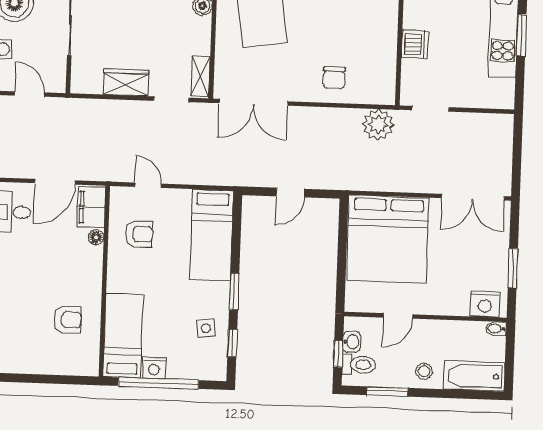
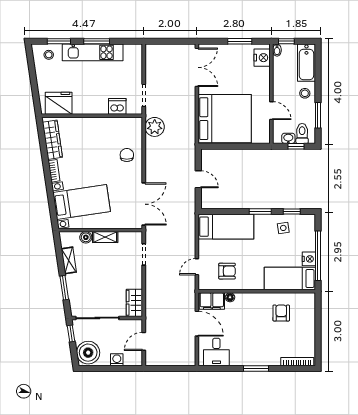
dishwasher: (415, 44) -> (117, 106), moved
shelving: (200, 76) -> (105, 237), moved
chair: (334, 78) -> (127, 155), turned -90
wardrobe: (126, 82) -> (134, 303), moved
armchair: (139, 234) -> (227, 271), turned 90
window: (510, 344) -> (286, 41), added

